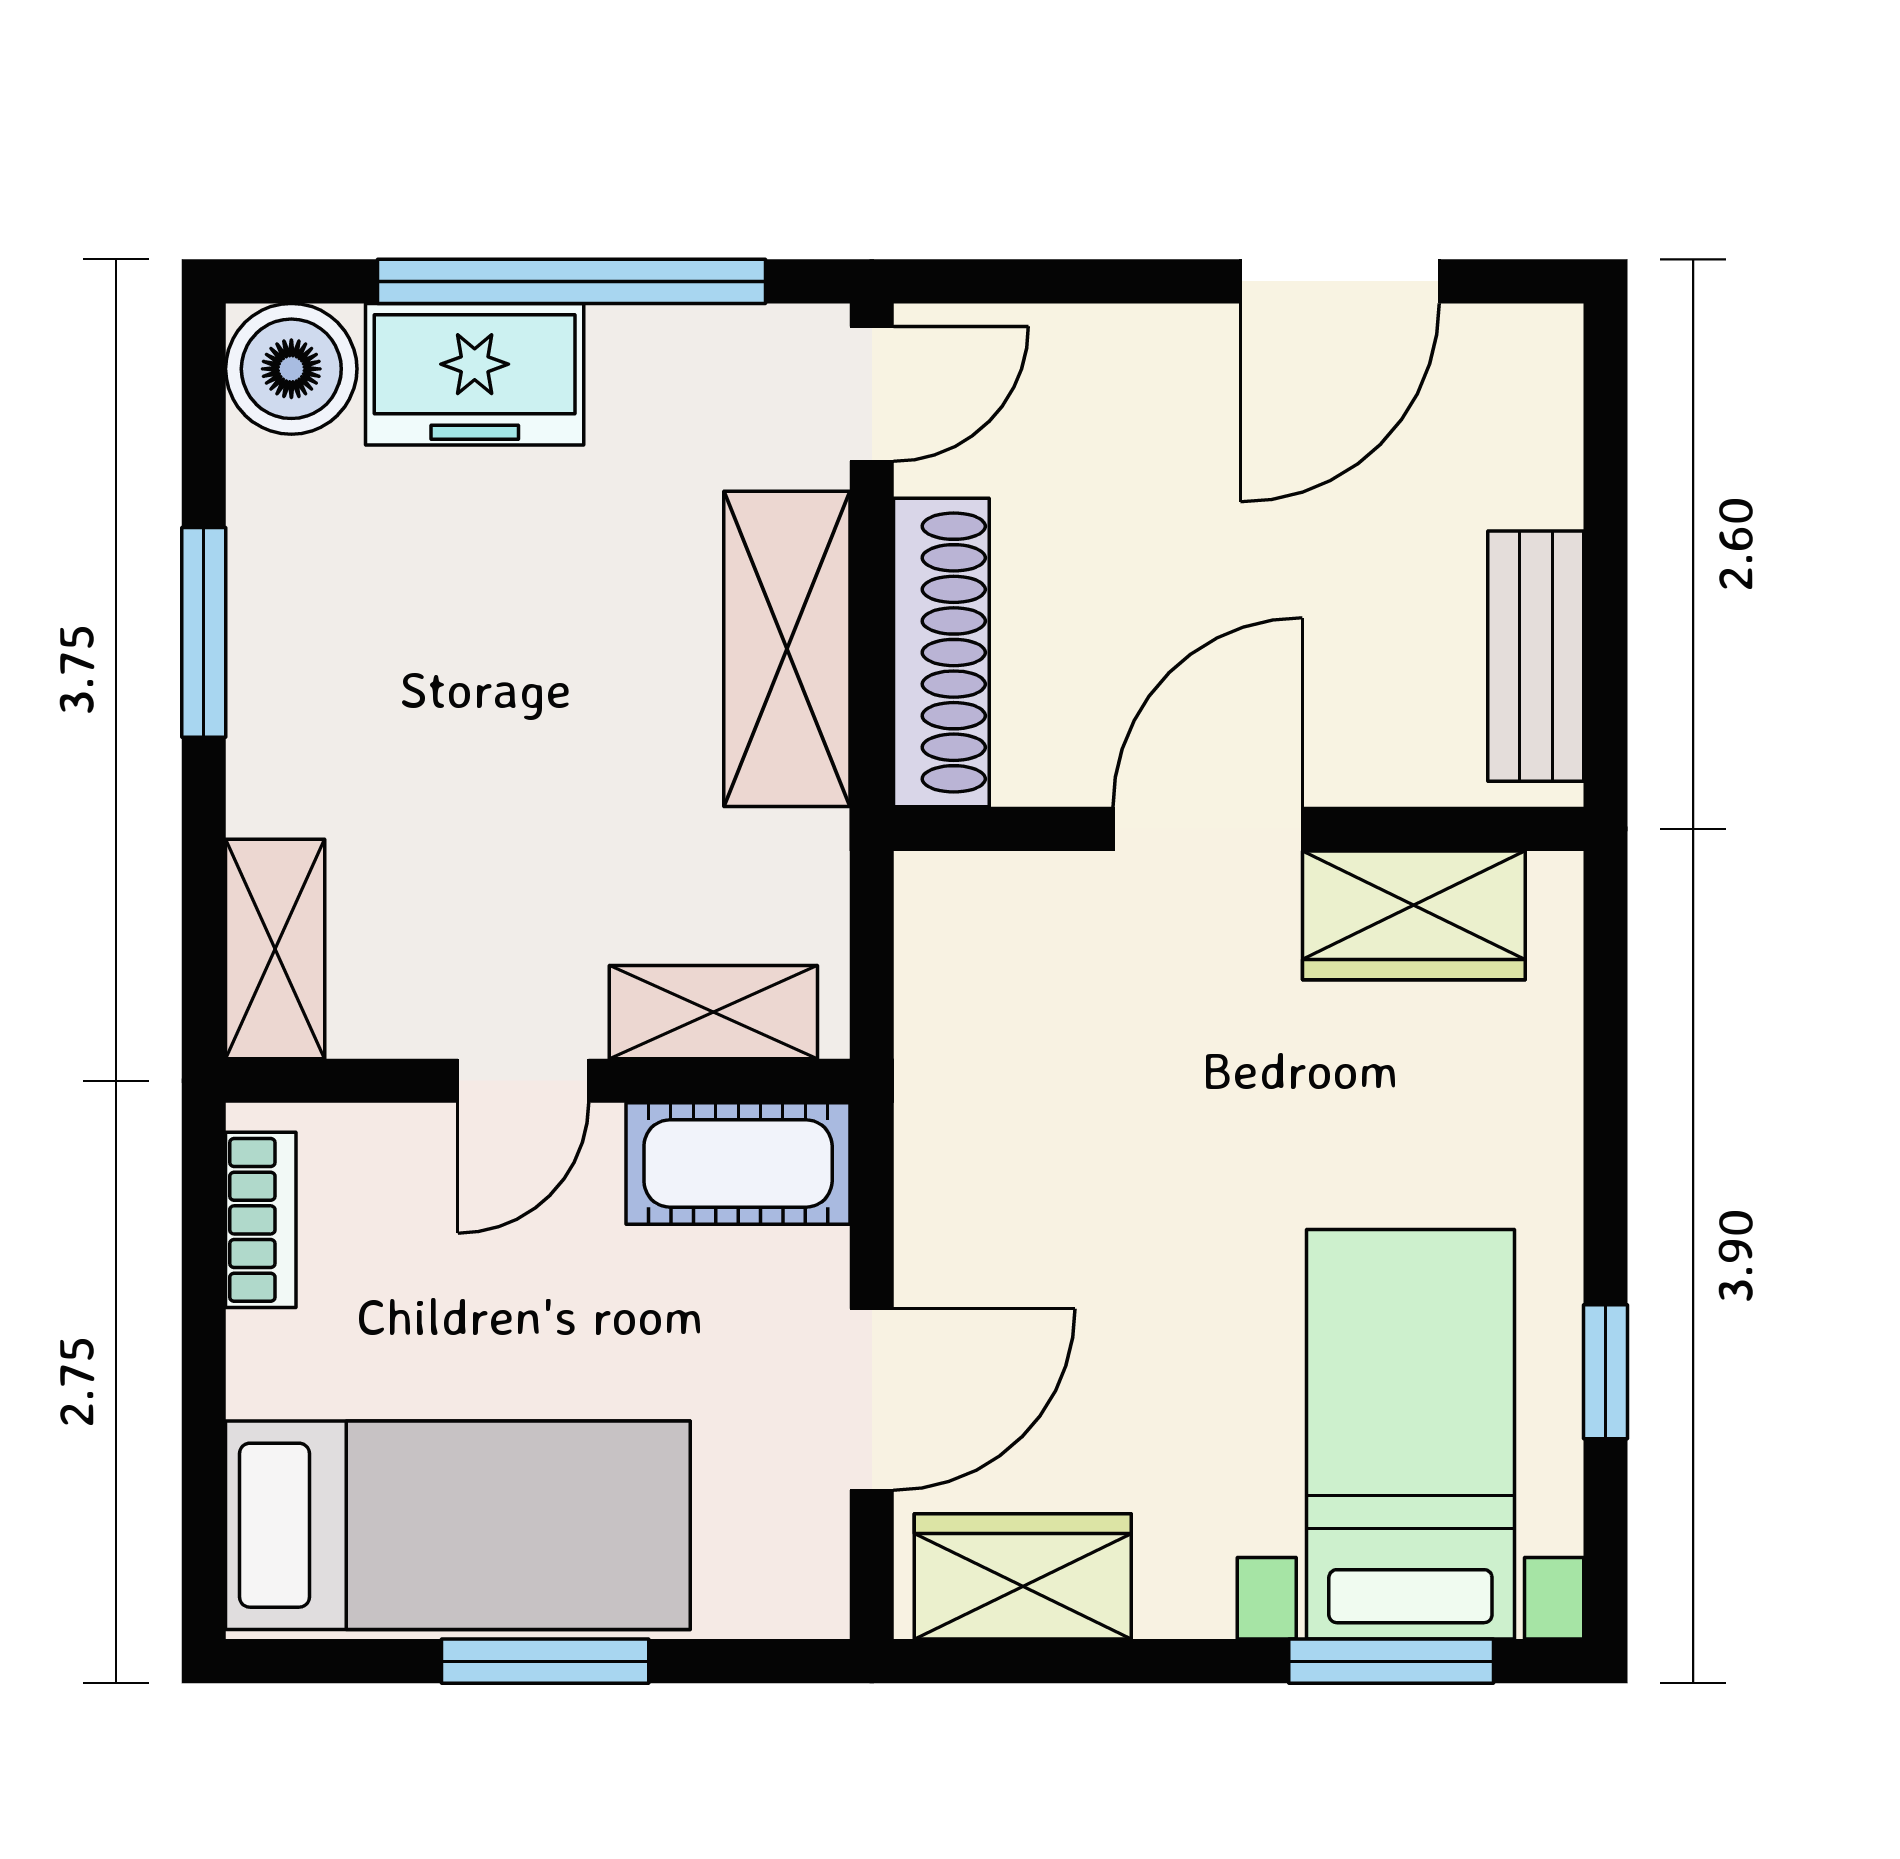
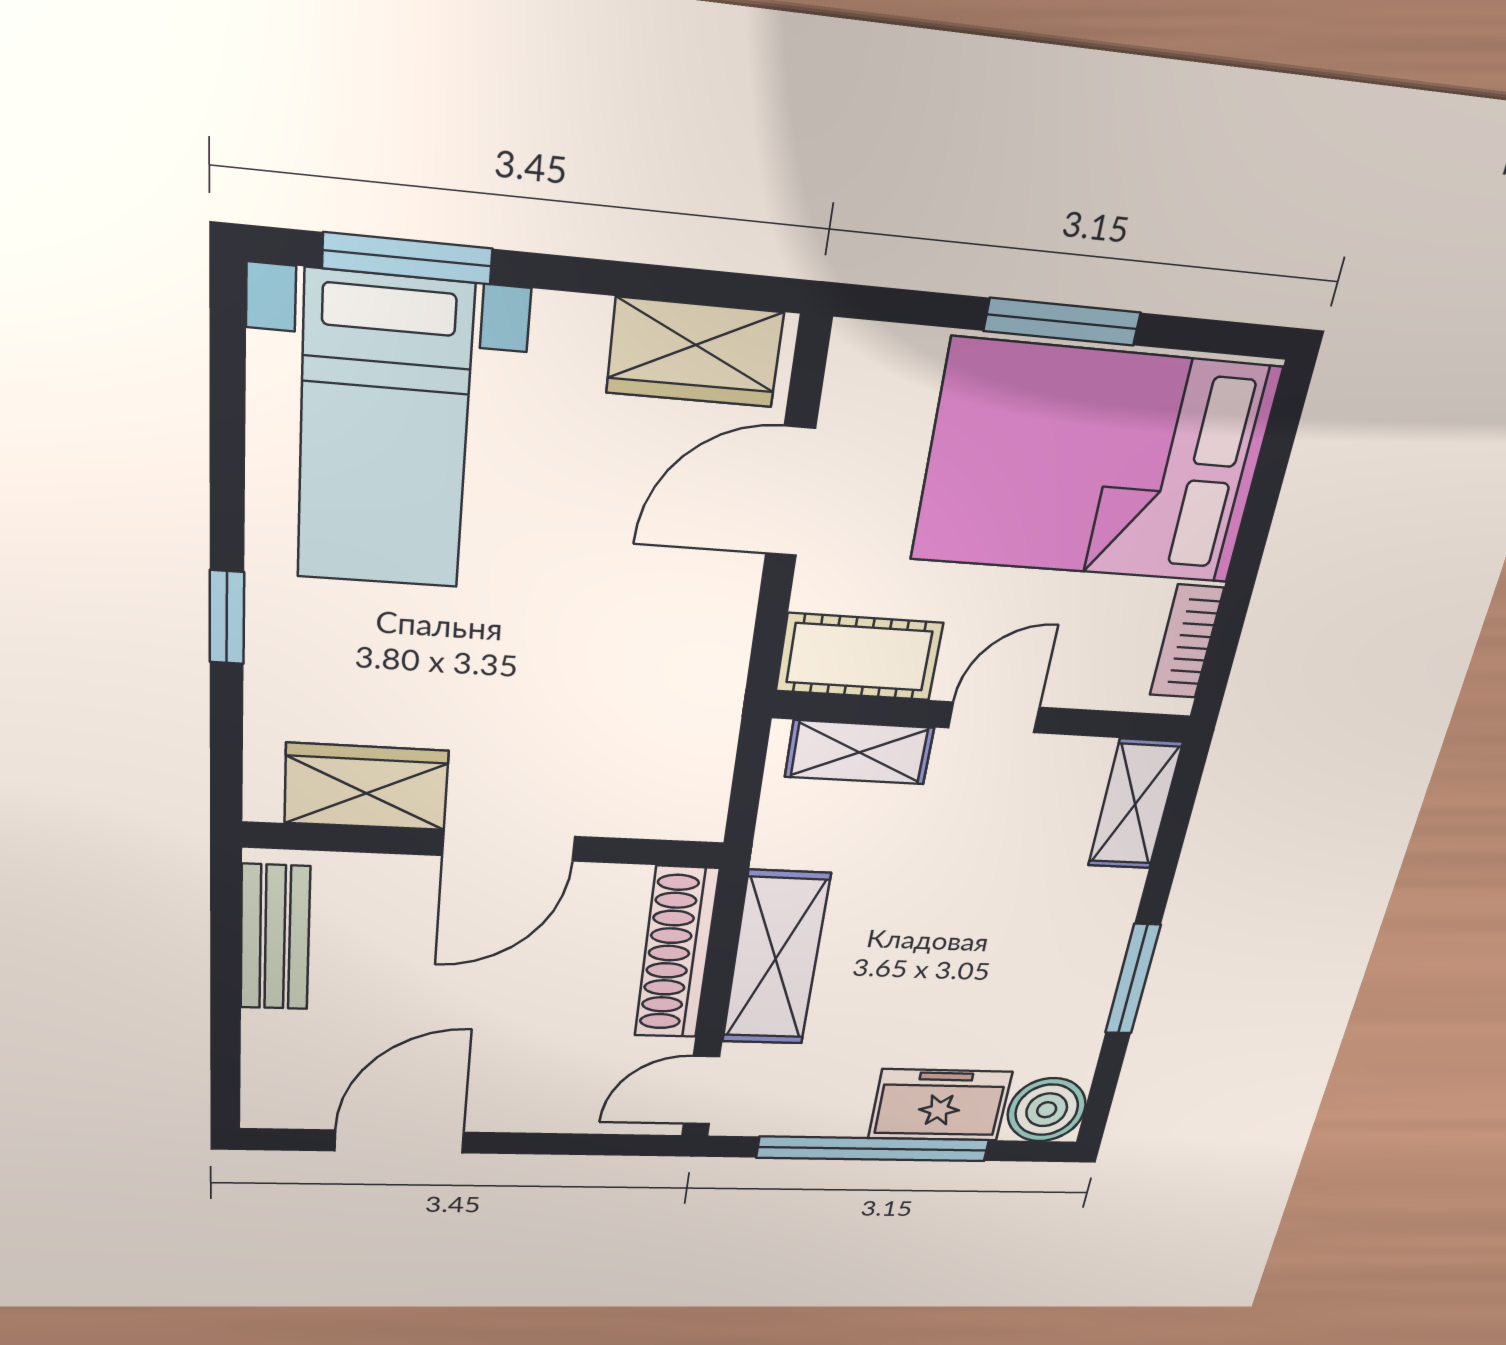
window: (1605, 1372) -> (227, 617), moved
bed: (458, 1525) -> (1095, 464), width x1.50

